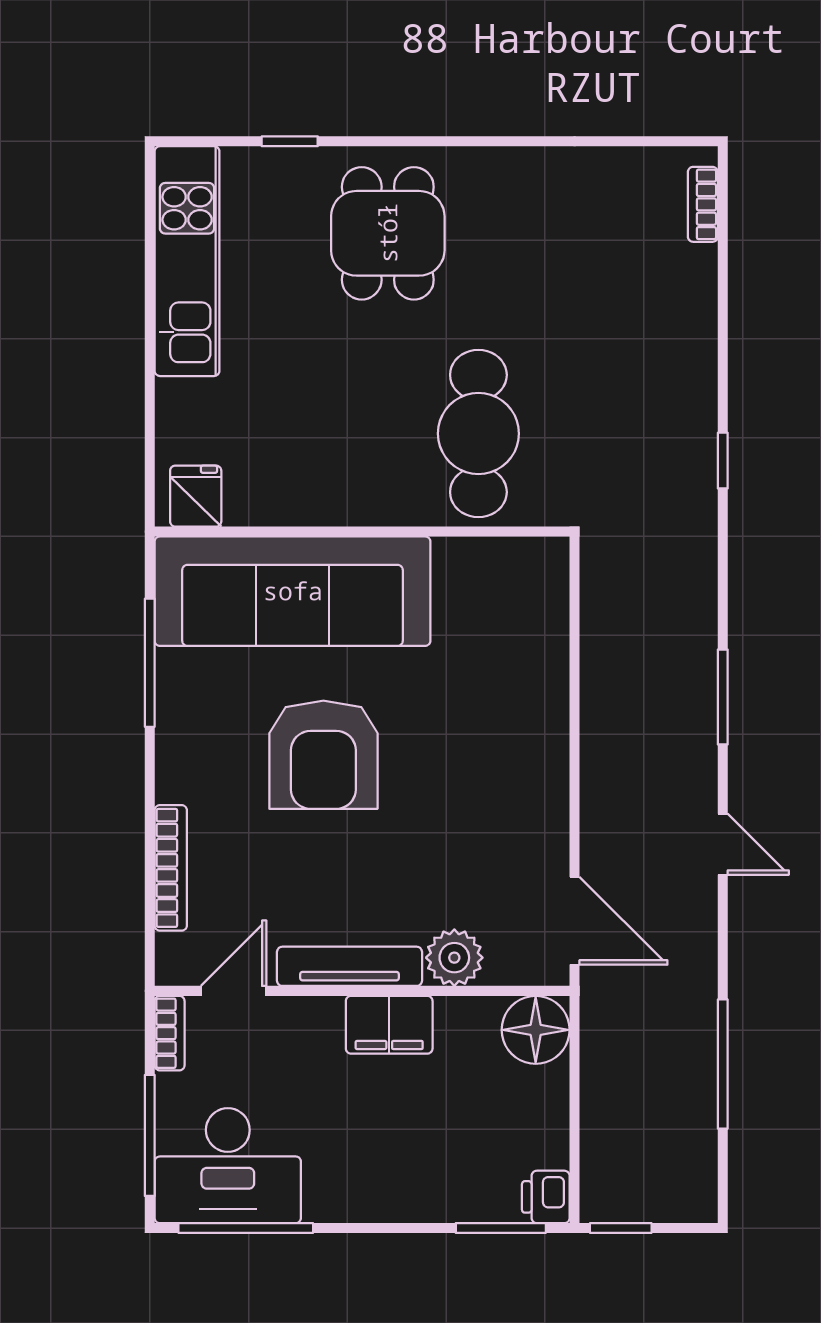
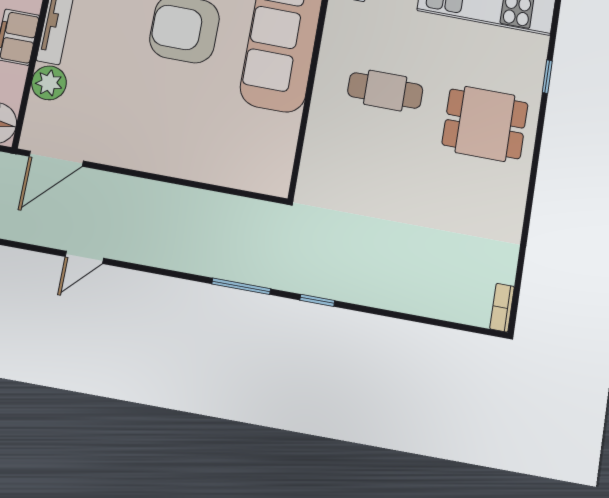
bookcase: (703, 204) -> (502, 308), moved, turned -90
cafe table: (478, 434) -> (385, 91), moved, width x0.73, depth x0.74
window: (723, 697) -> (241, 286), moved

